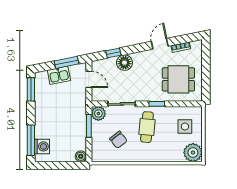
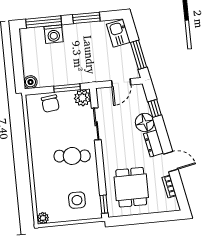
dresser: (143, 57) -> (154, 143), added
kitchen sink: (59, 75) -> (118, 33), moved
window: (31, 89) -> (86, 18), moved
window: (157, 104) -> (104, 204), moved
chair: (118, 140) -> (50, 104), moved, turned -59
washing machine: (42, 146) -> (54, 34), moved
plant: (193, 153) -> (43, 218), width x0.53, depth x0.53

